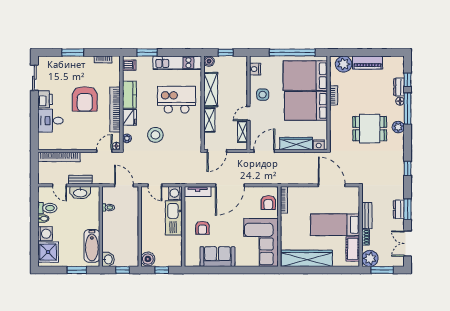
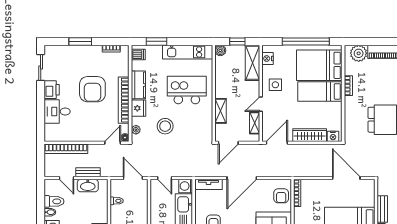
shelving: (211, 90) -> (252, 63), moved
bed: (306, 106) -> (320, 91), width x0.67

